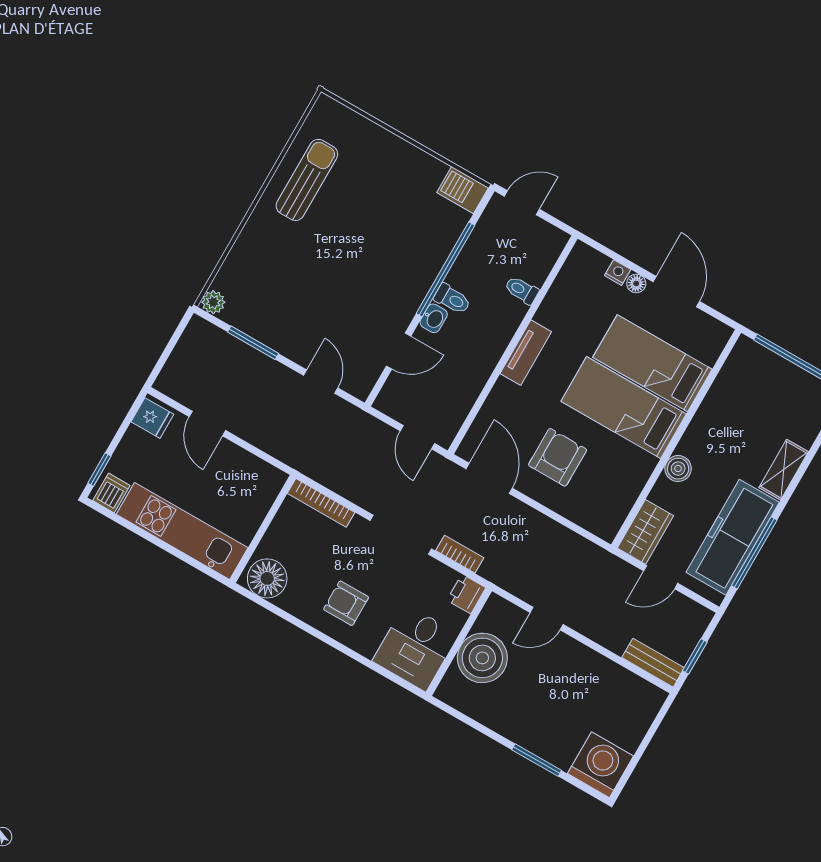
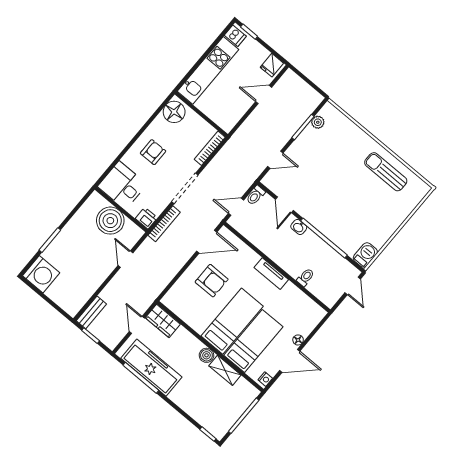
sun lounger: (307, 180) -> (386, 172), turned 180
nightstand: (618, 273) -> (265, 379), moved
toilet: (452, 299) -> (256, 195), moved
plant: (213, 302) -> (318, 122), moved
boiler: (678, 469) -> (206, 355), moved
shelving: (784, 470) -> (225, 370), moved
bookcase: (460, 554) -> (164, 224), width x1.56

